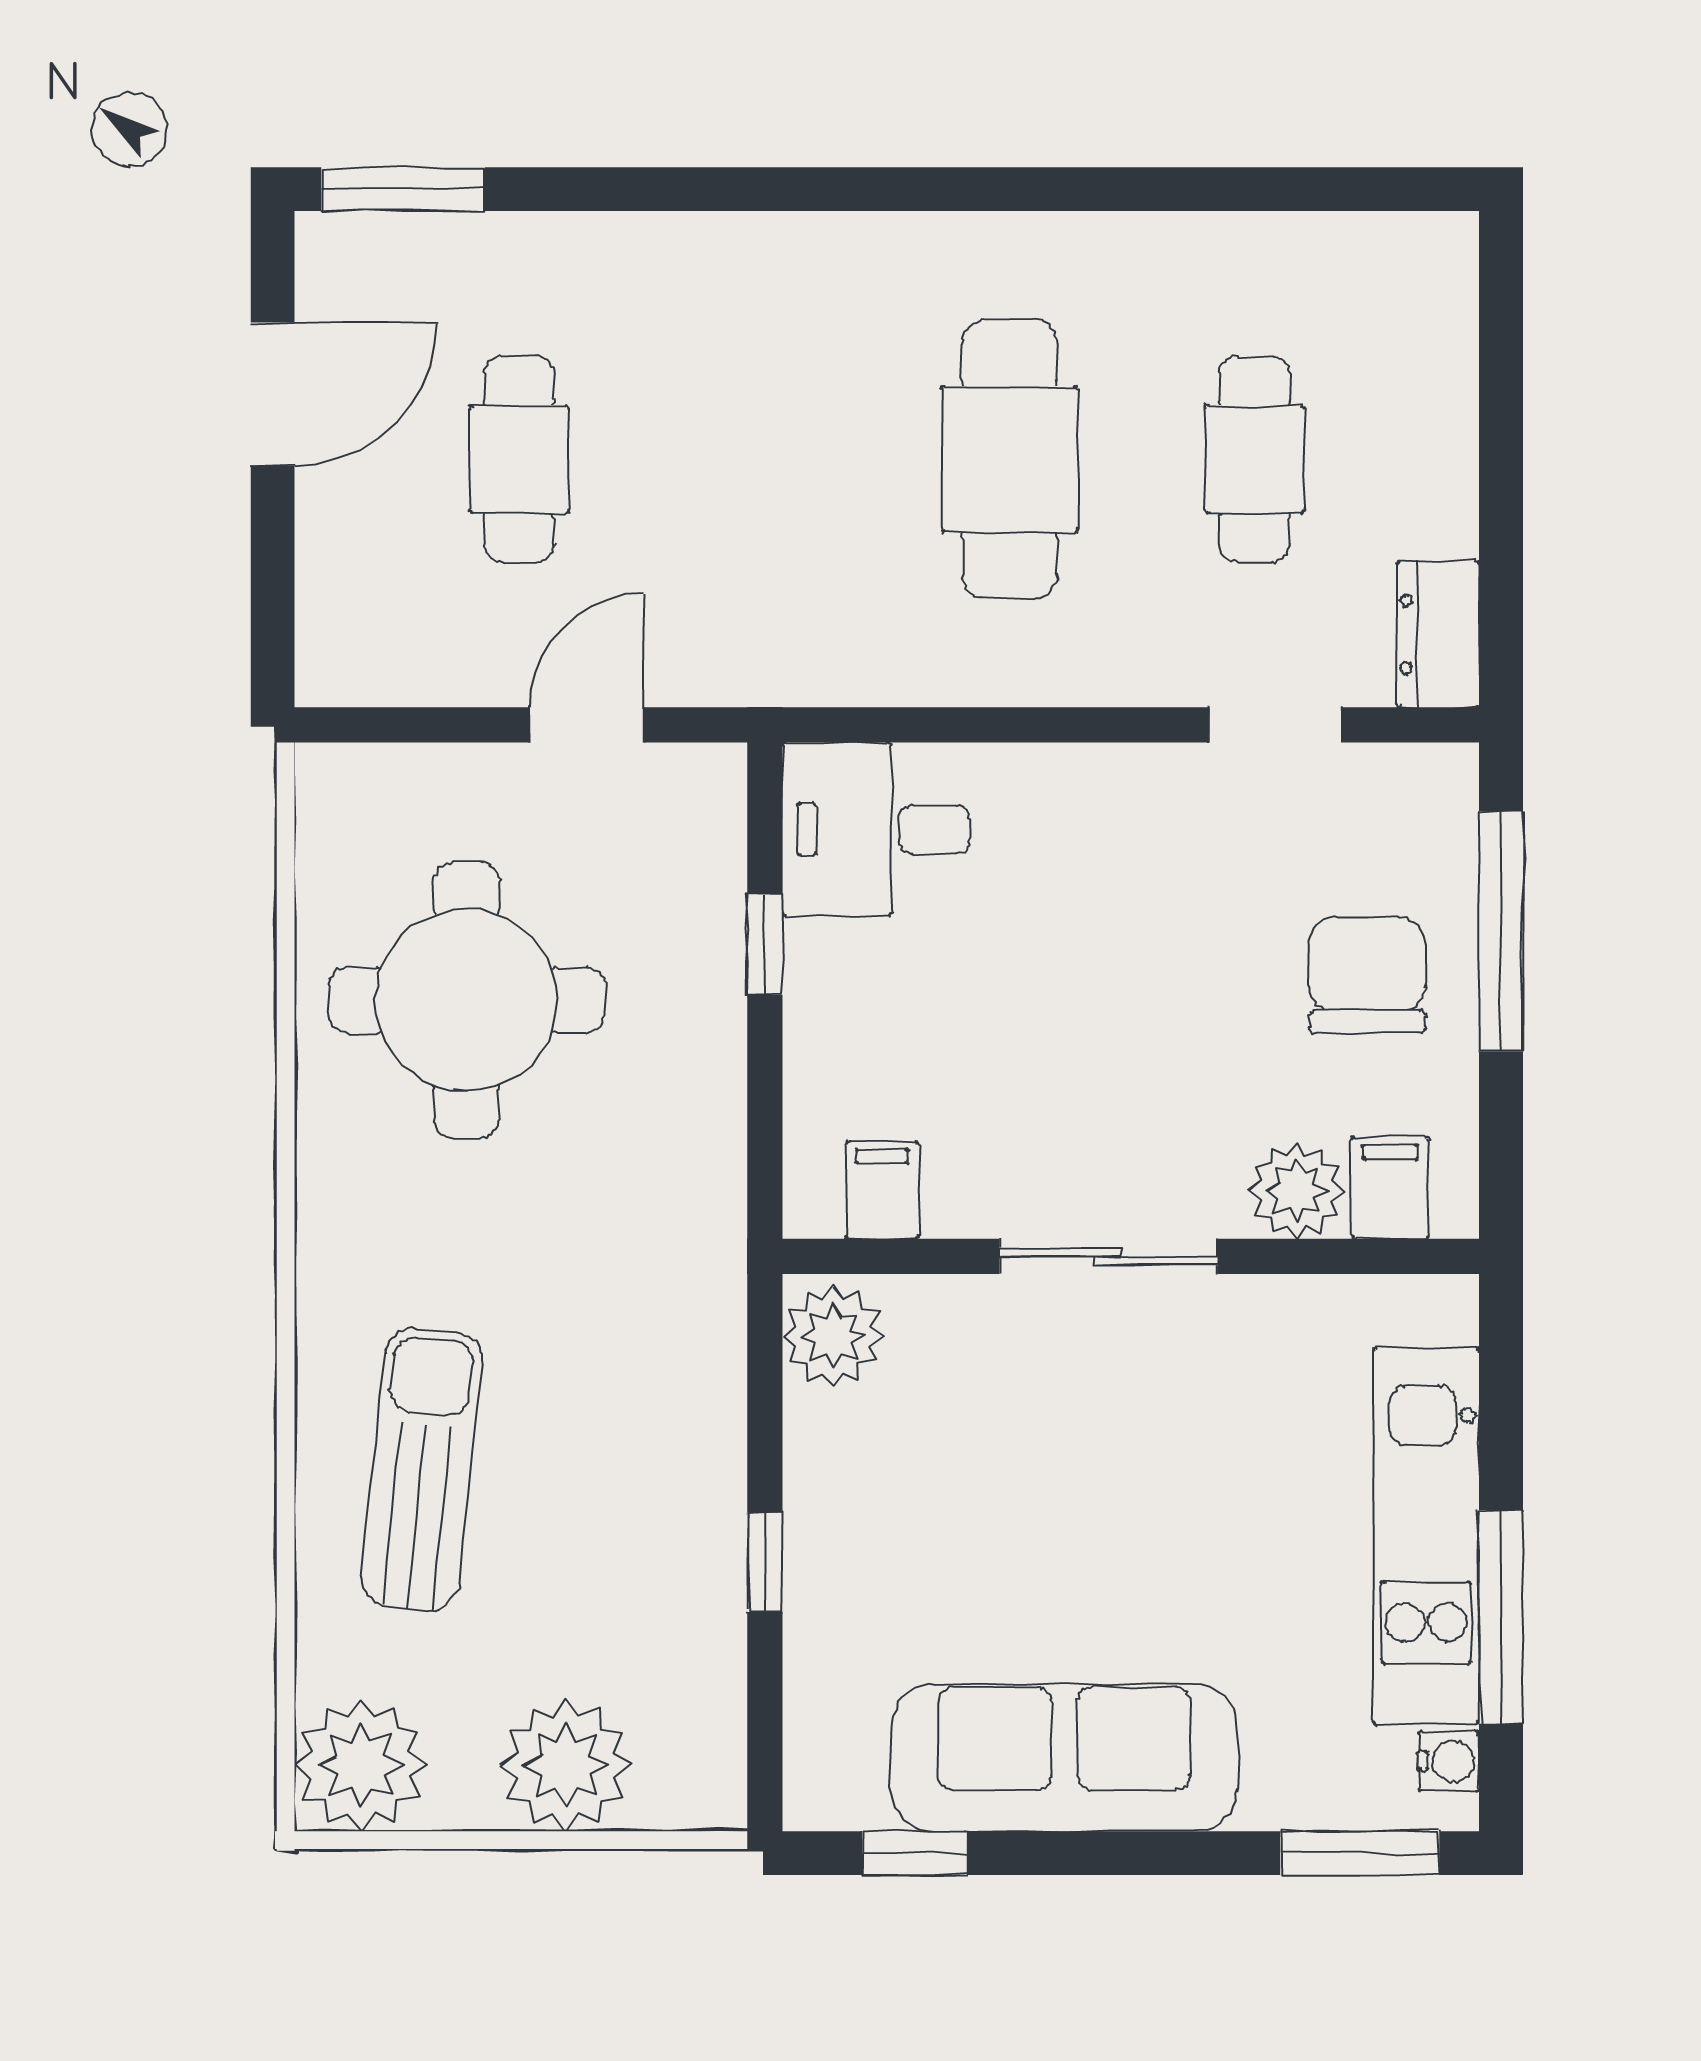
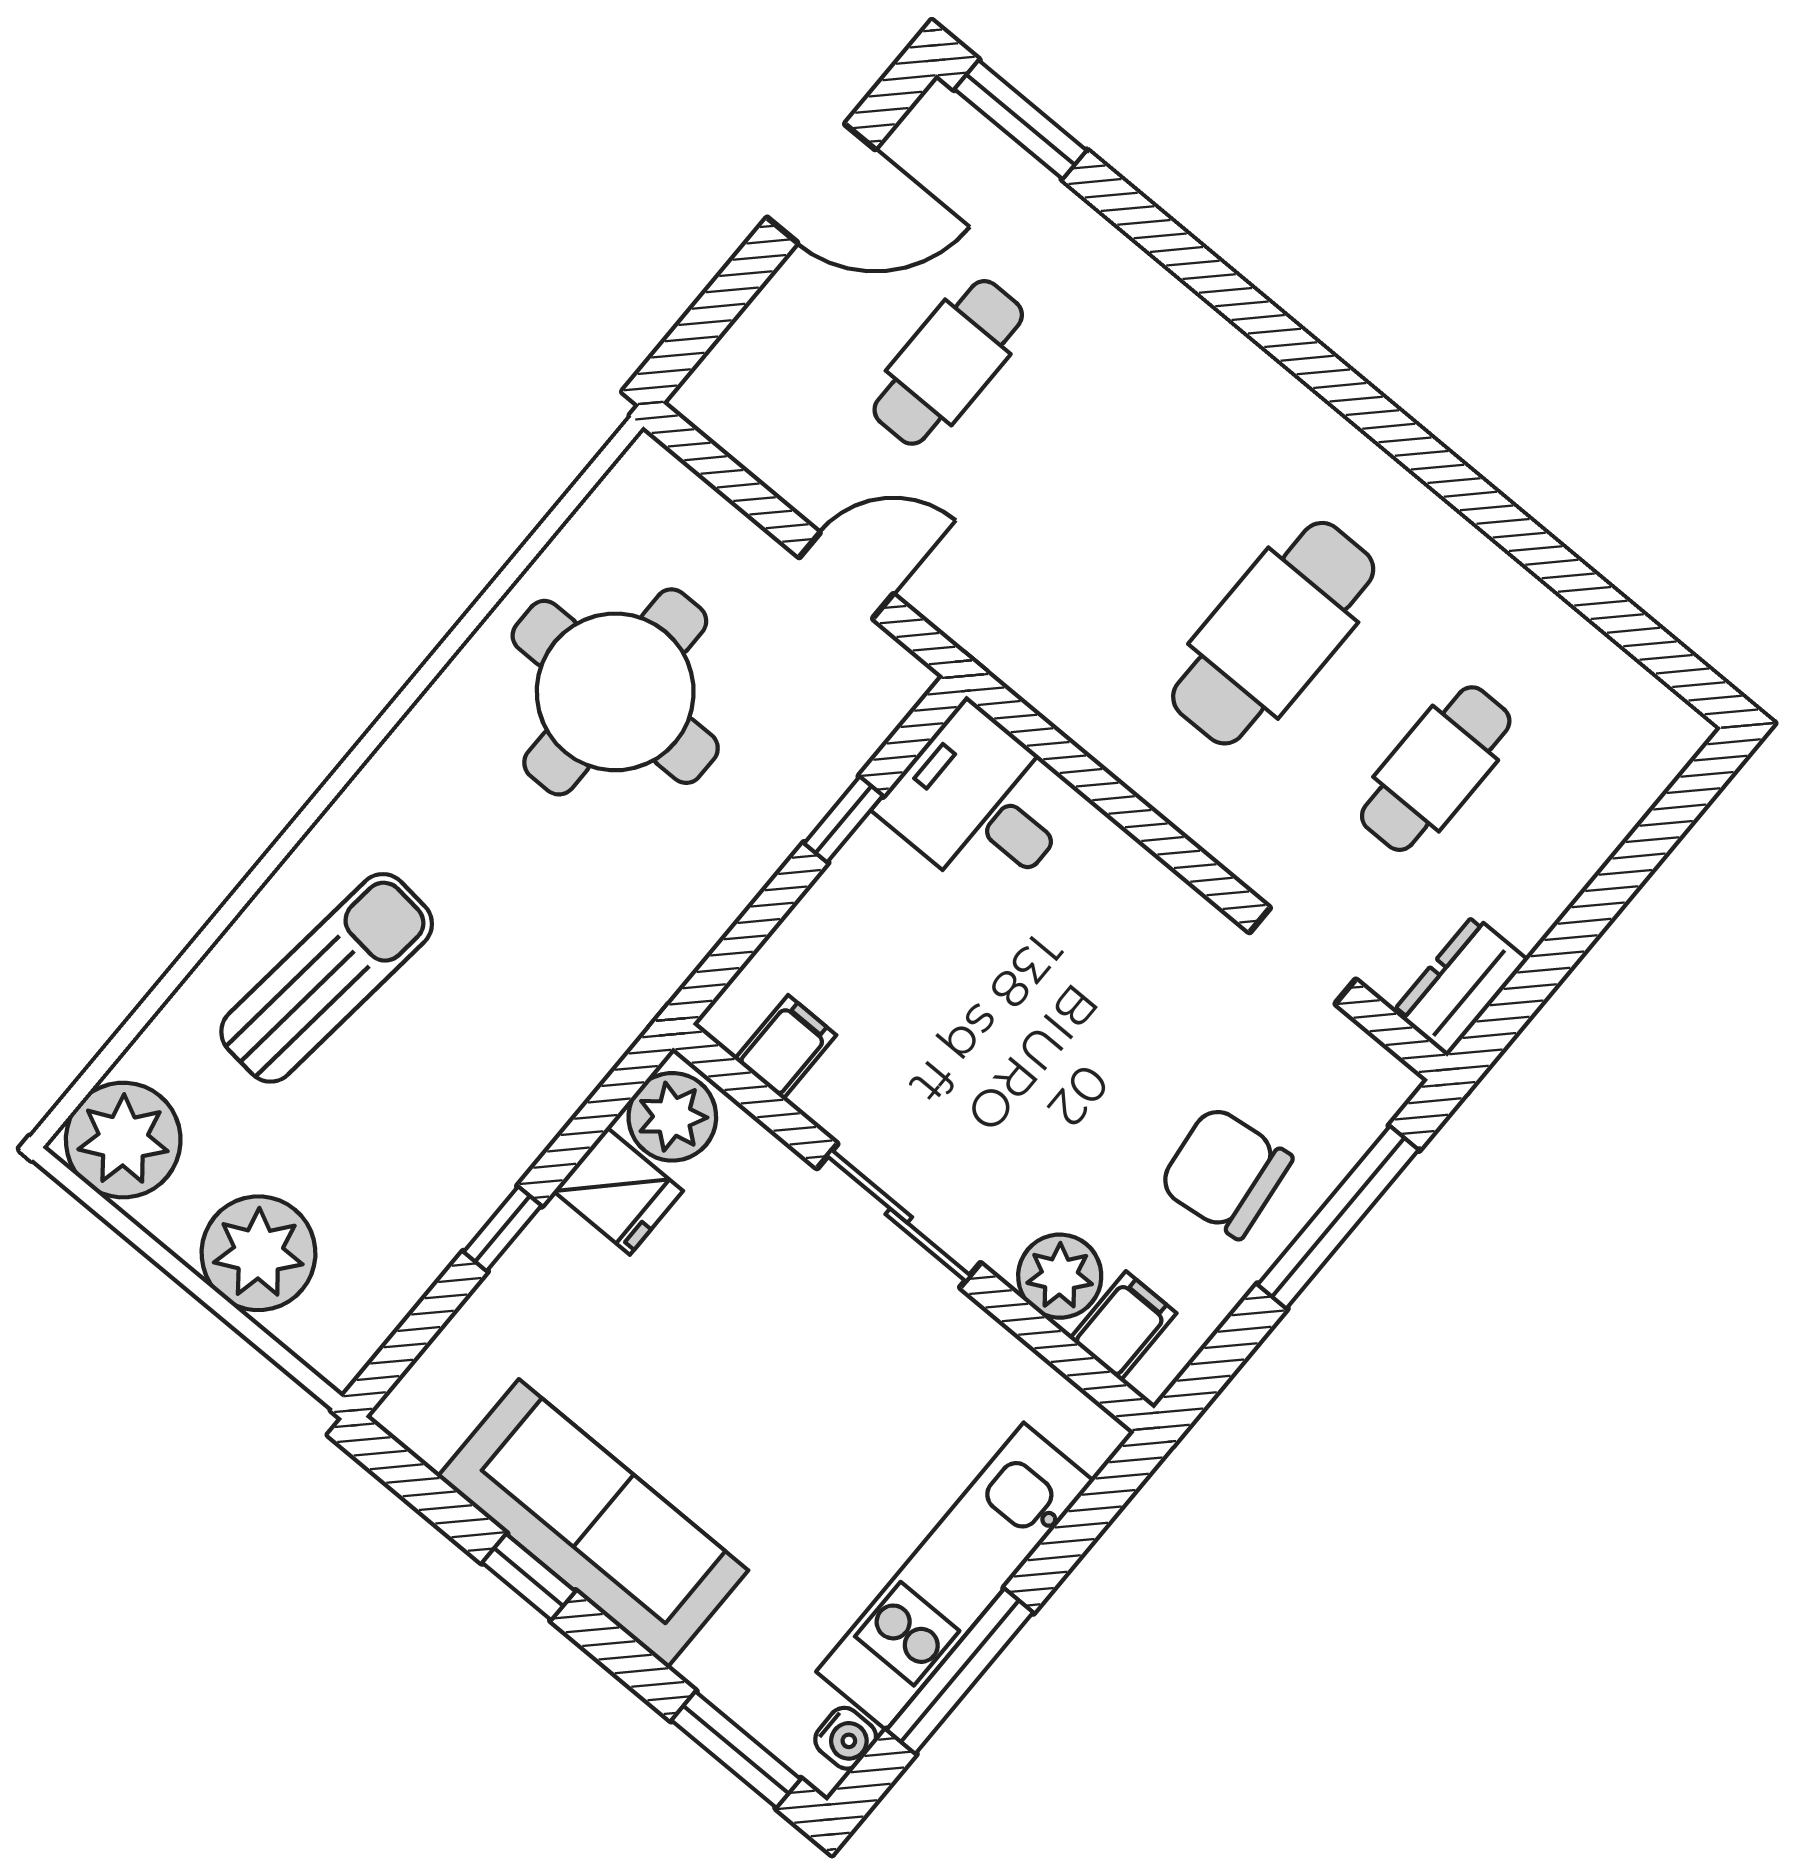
chair: (1367, 975) -> (1225, 1172), turned -97
fridge: (840, 1443) -> (618, 1191), added
window: (914, 1853) -> (529, 1577), moved

